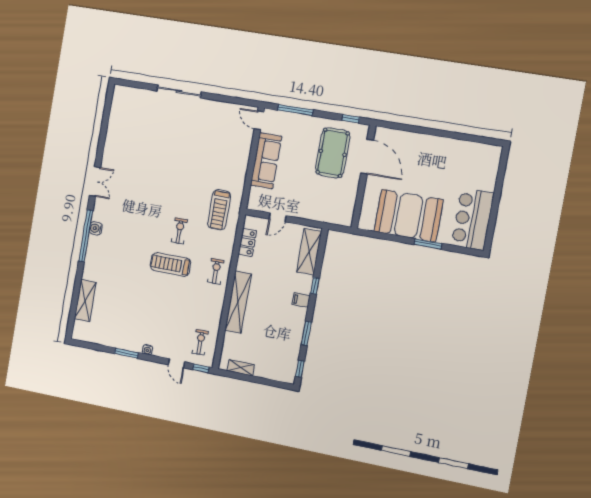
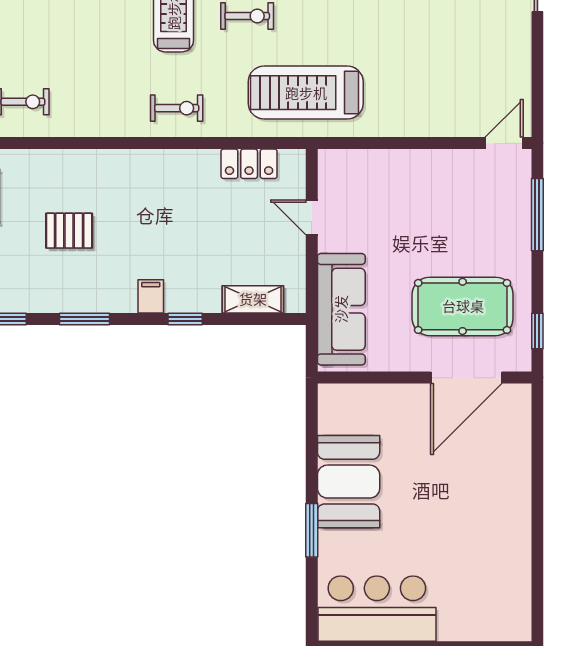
sofa: (266, 161) -> (341, 309), moved, turned -90
treadmill: (219, 210) -> (306, 93), width x1.37, depth x1.38
booth: (408, 216) -> (349, 482), width x0.73, depth x0.70
shelving: (309, 252) -> (253, 299), width x0.67, depth x0.75
shelving: (238, 302) -> (122, 166), removed
pallet: (264, 333) -> (69, 231), added

